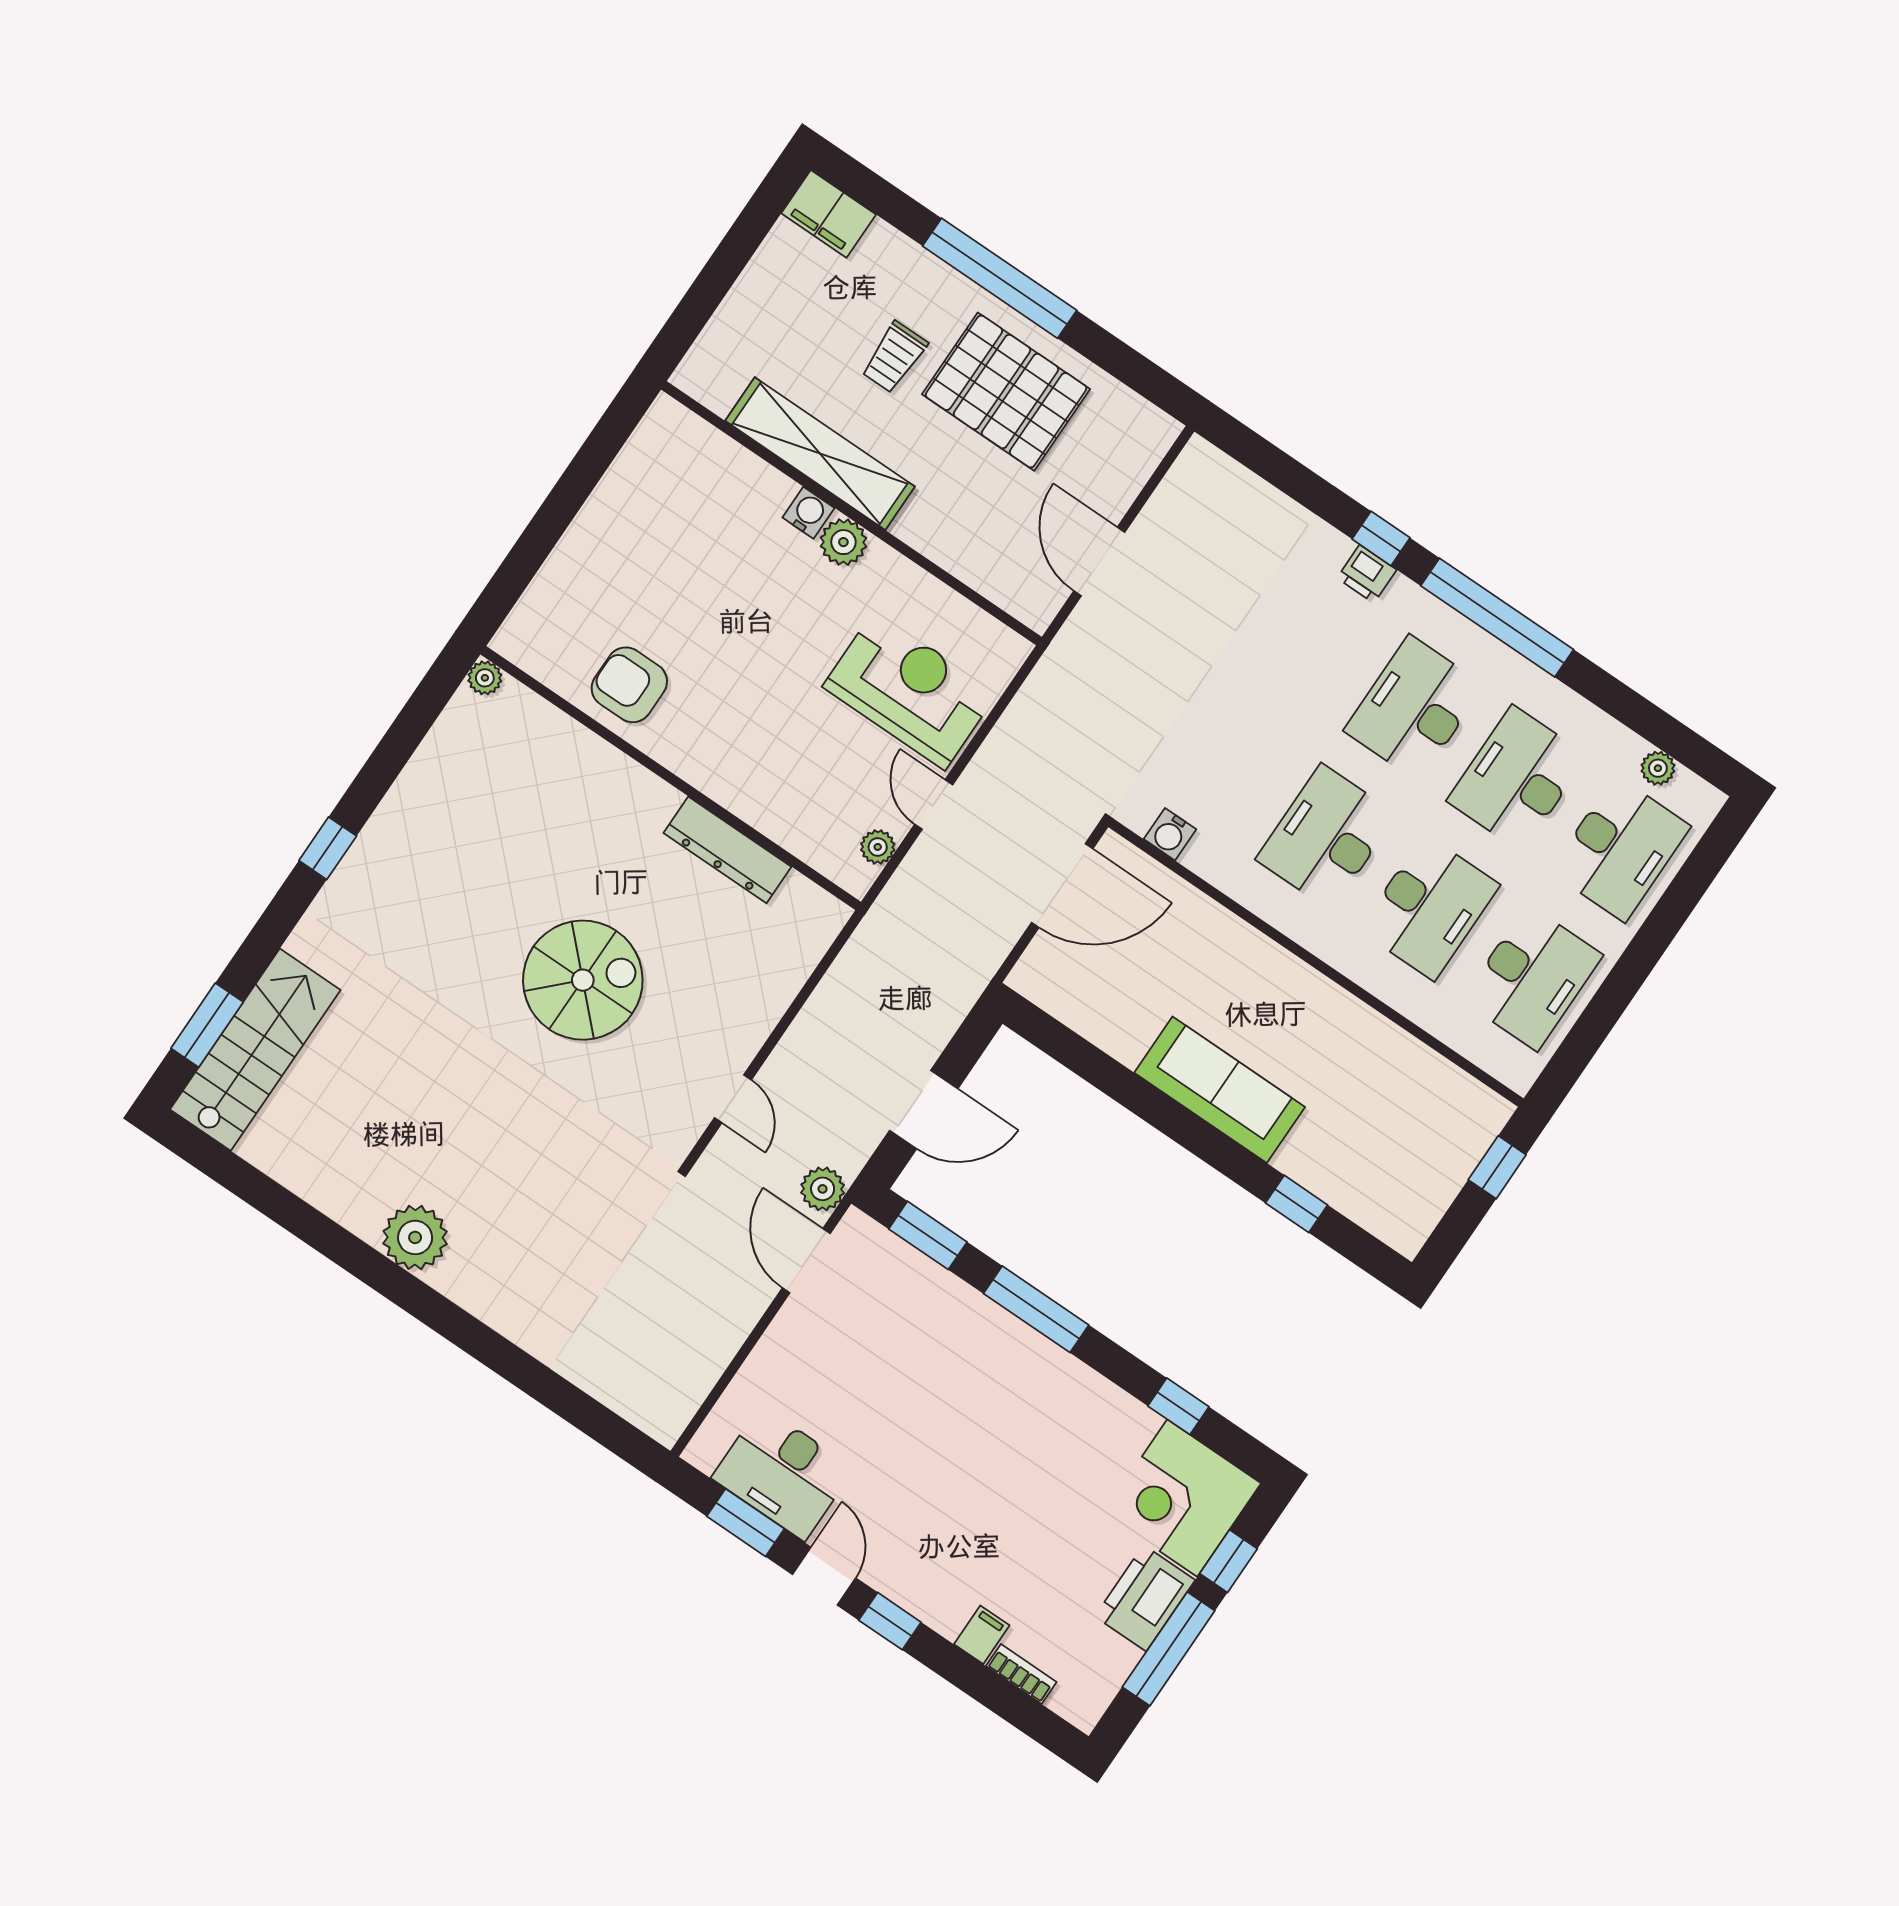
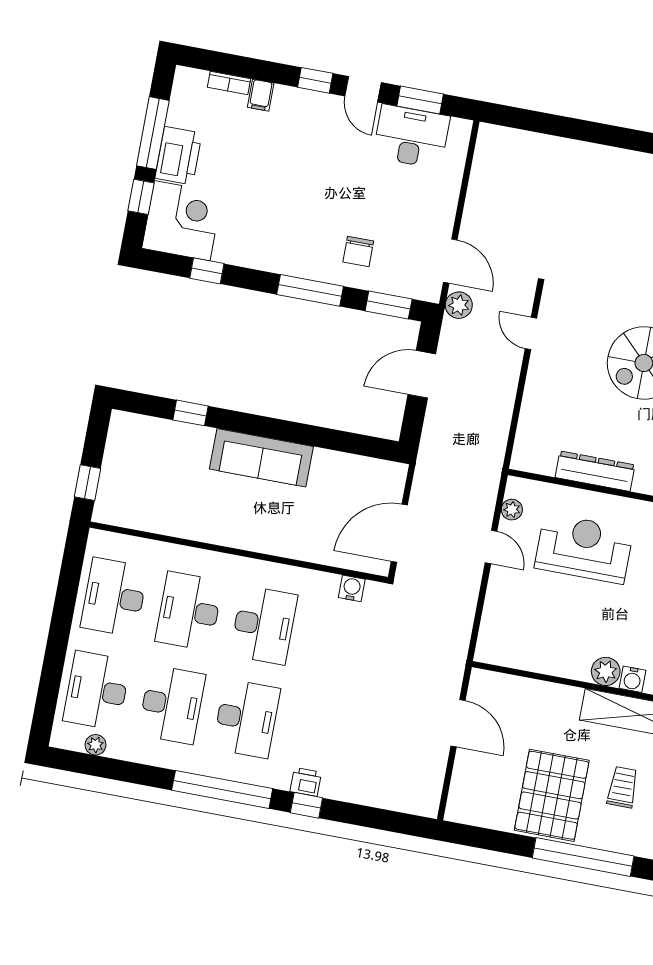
pallet: (1006, 392) -> (552, 795), turned 90
reception desk: (910, 690) -> (584, 548), moved, turned 180
chair: (938, 1336) -> (358, 252), added

